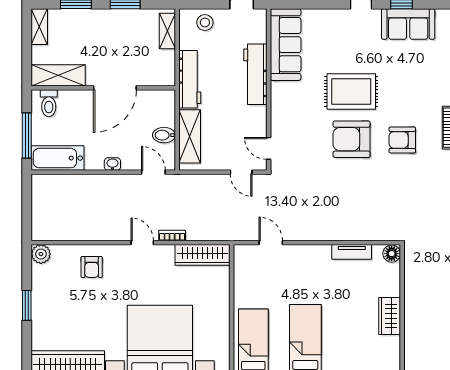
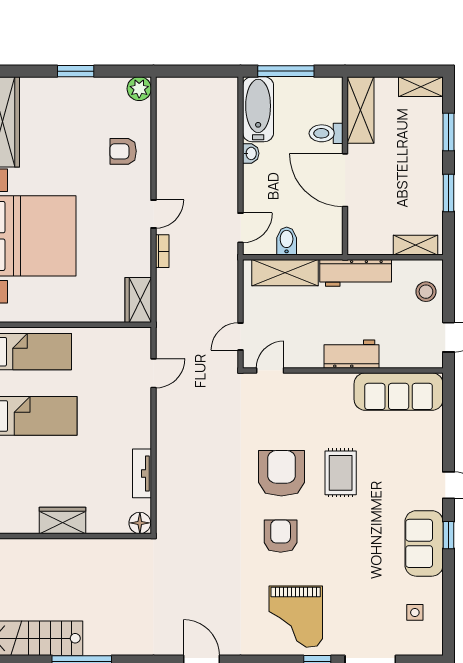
workbench: (255, 74) -> (352, 354), width x0.73
rug: (351, 91) -> (341, 473), width x0.73, depth x0.70
toilet: (49, 103) -> (326, 133), moved
washbasin: (112, 164) -> (251, 153), moved
wardrobe: (202, 255) -> (138, 300), width x0.67

